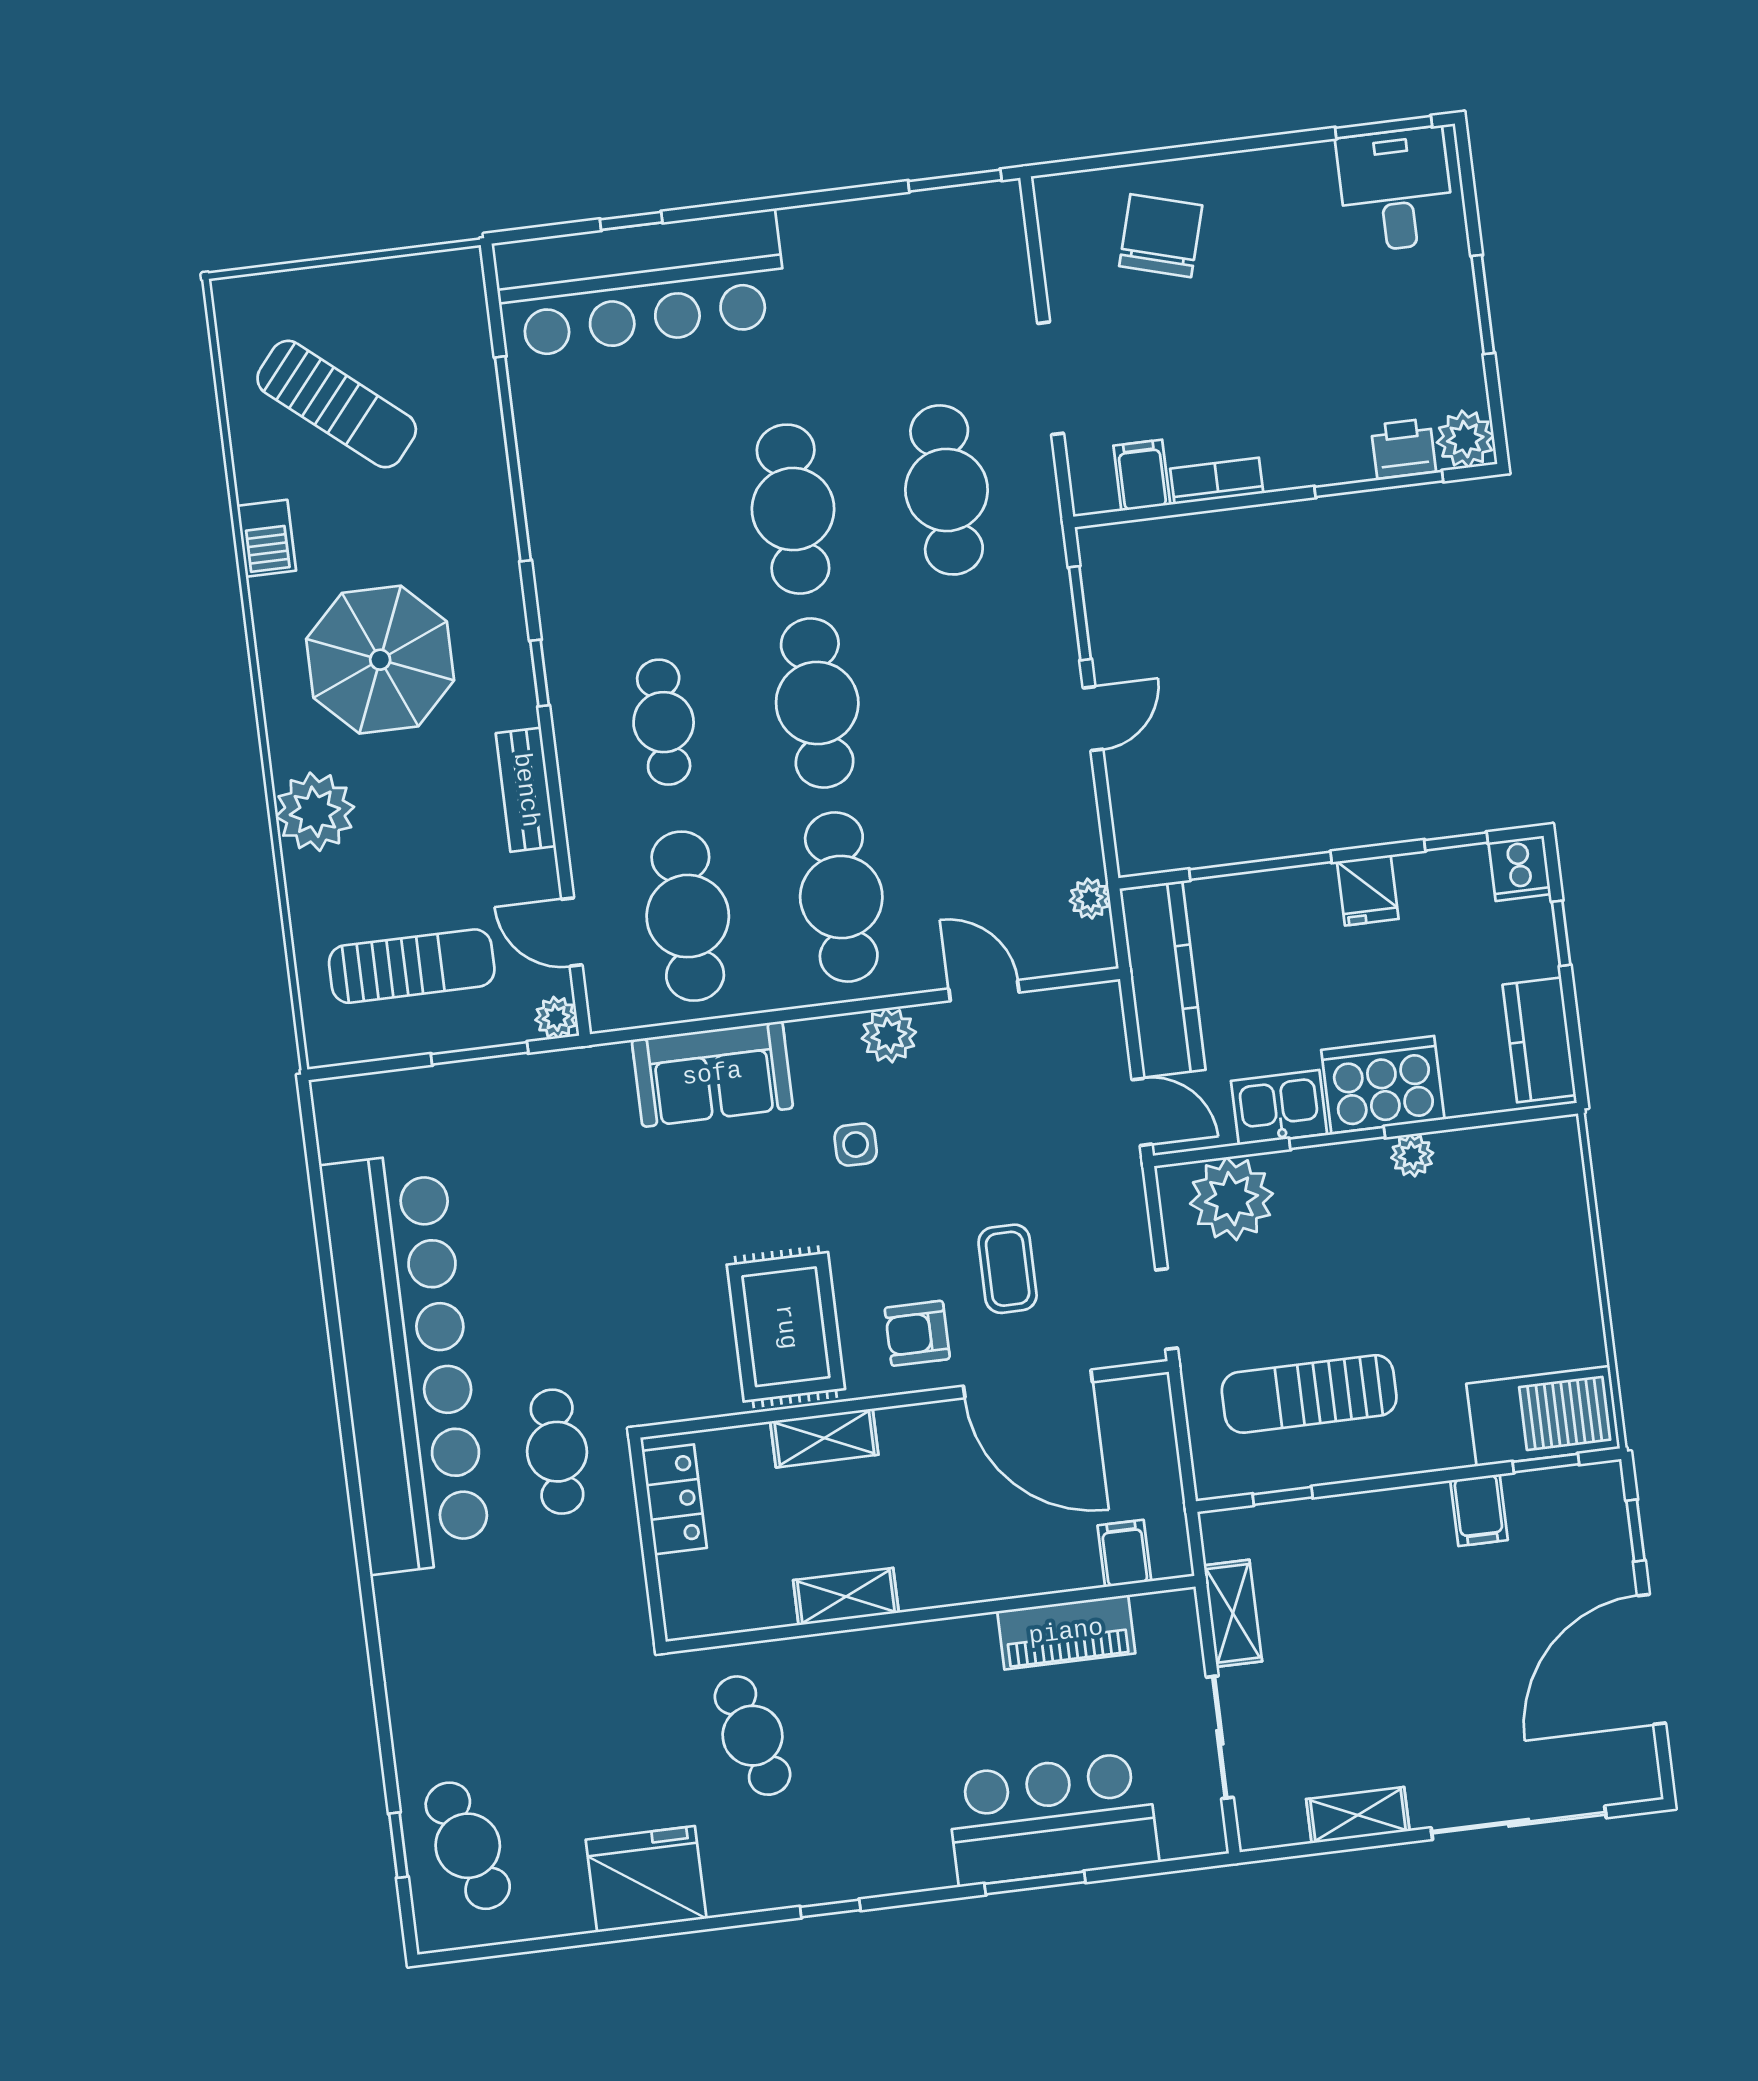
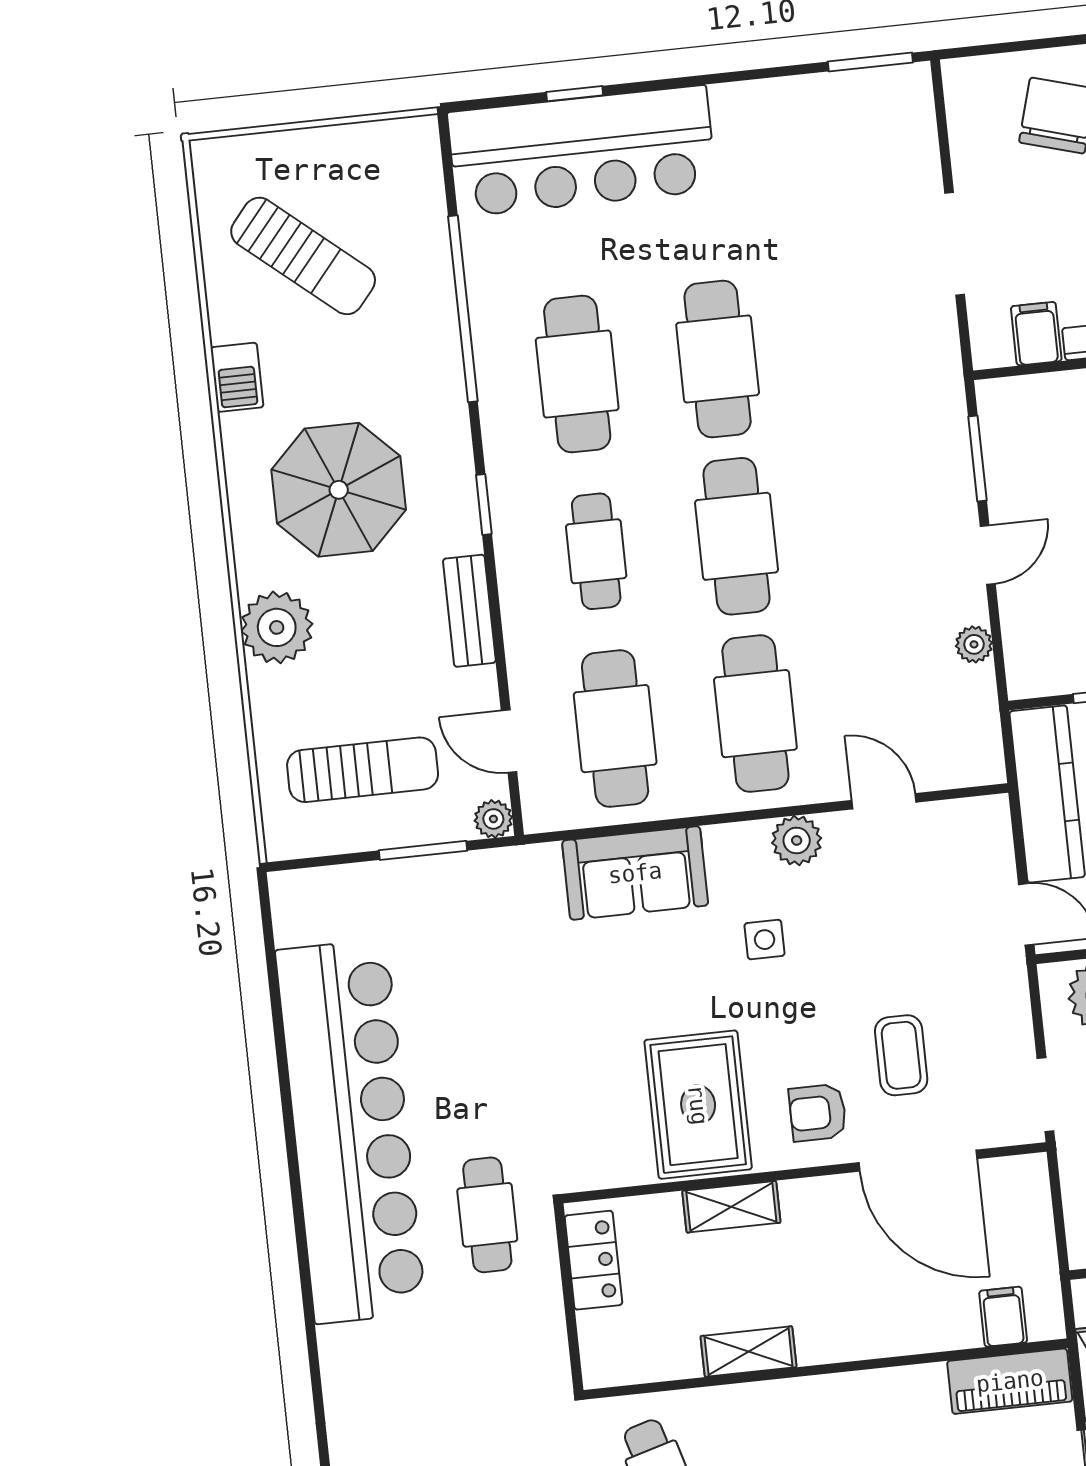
cafe table: (947, 490) -> (577, 374), moved
plant: (1090, 899) -> (974, 644), moved
piano: (1066, 1632) -> (1010, 1381), moved

